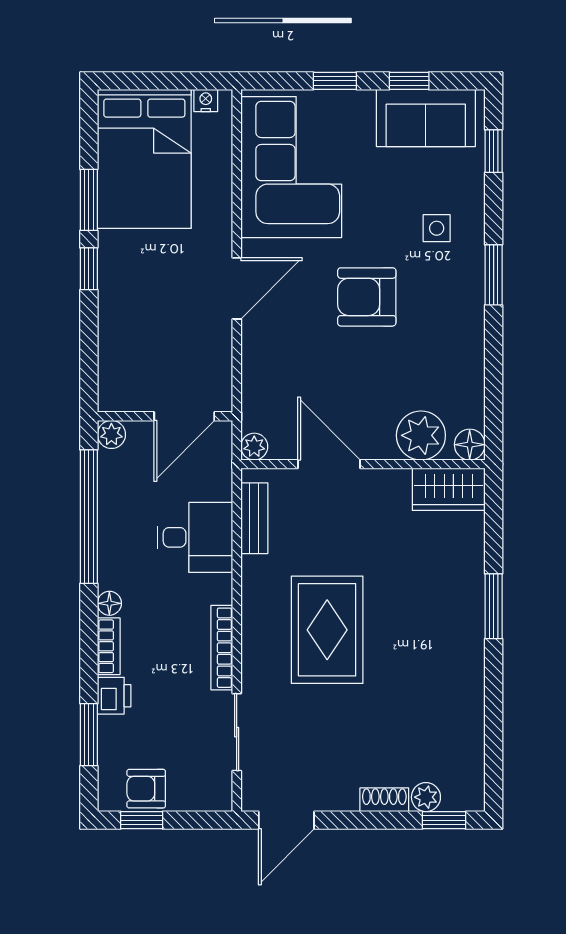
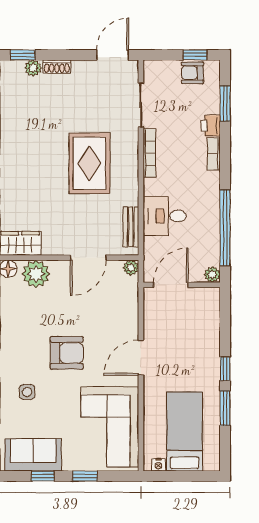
bed: (144, 159) -> (185, 432), width x0.67
door: (329, 464) -> (88, 258), hinge flipped
floor lamp: (109, 603) -> (213, 178), removed
armchair: (146, 789) -> (192, 73), turned 180

